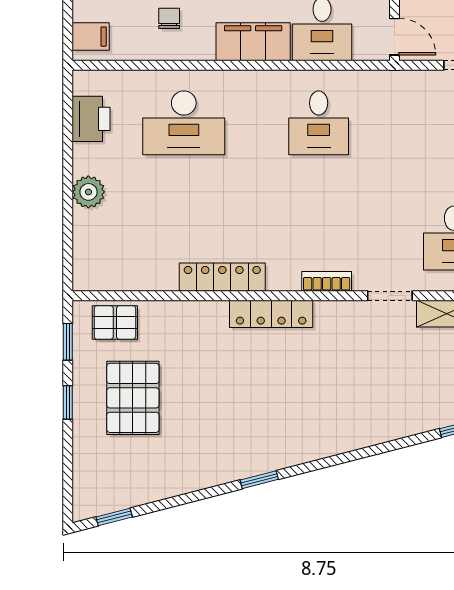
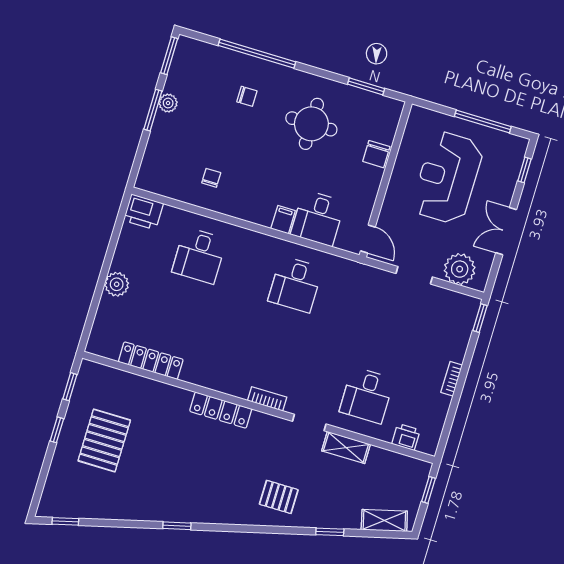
filing cabinet: (91, 37) -> (151, 174), removed
filing cabinet: (253, 42) -> (283, 220), width x0.33, depth x0.86
printer: (91, 119) -> (143, 212), moved, turned 90
desk: (184, 123) -> (199, 255), width x0.73
locker: (222, 277) -> (151, 361), moved
pallet: (115, 322) -> (279, 497), moved

